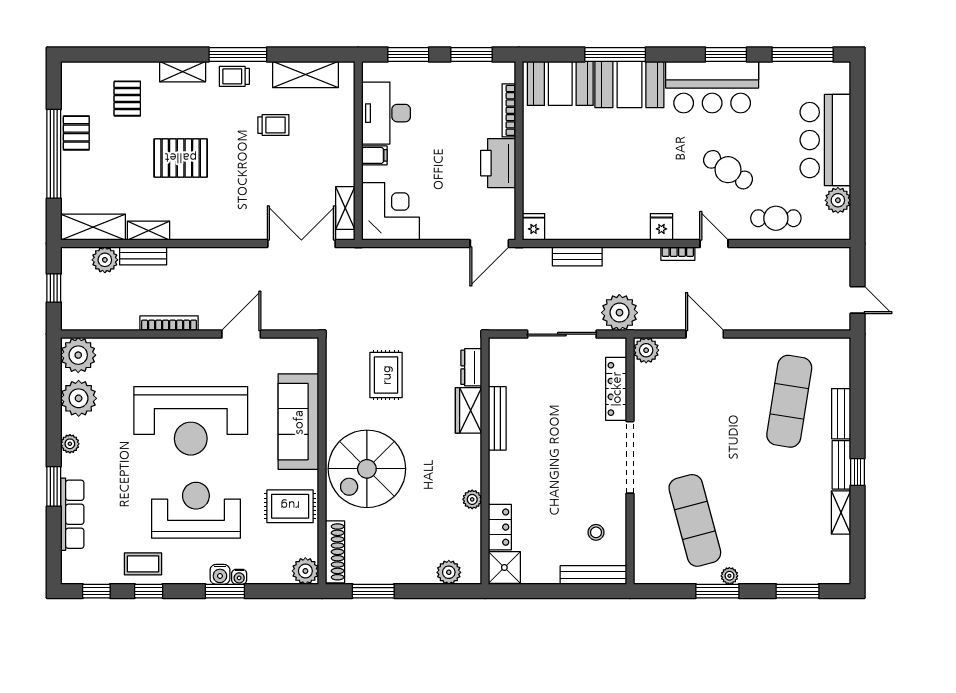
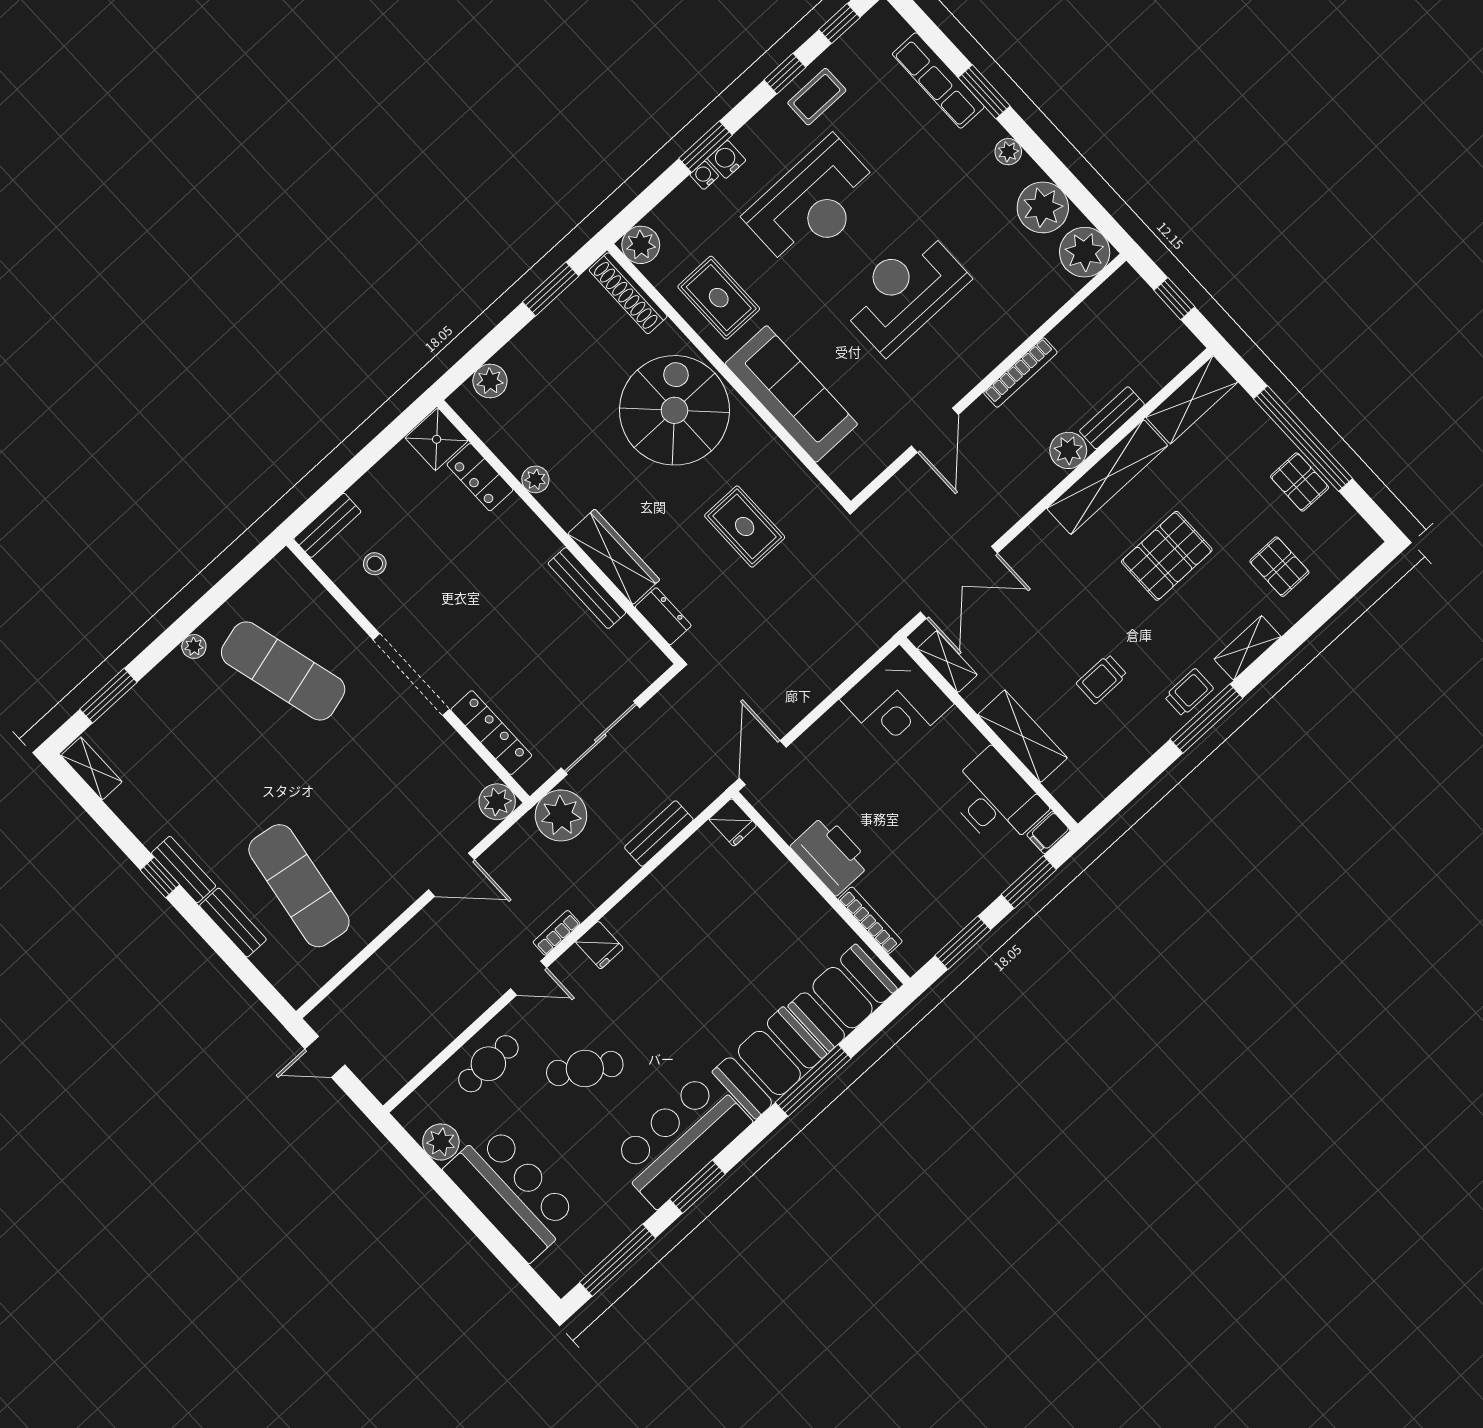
shelving: (306, 74) -> (1023, 736), moved, turned 90
filing cabinet: (374, 155) -> (1048, 833), moved
shelving: (148, 231) -> (1107, 477), width x2.20, depth x1.33
plant: (105, 260) -> (1068, 450), moved
wardrobe: (468, 410) -> (614, 557), width x1.50
reception desk: (191, 421) -> (904, 292), width x0.74, depth x0.77
rug: (290, 506) -> (719, 298), turned 90
shelving: (841, 512) -> (92, 769), moved
bench: (593, 575) -> (327, 525), width x0.73
window: (717, 591) -> (192, 619), removed

